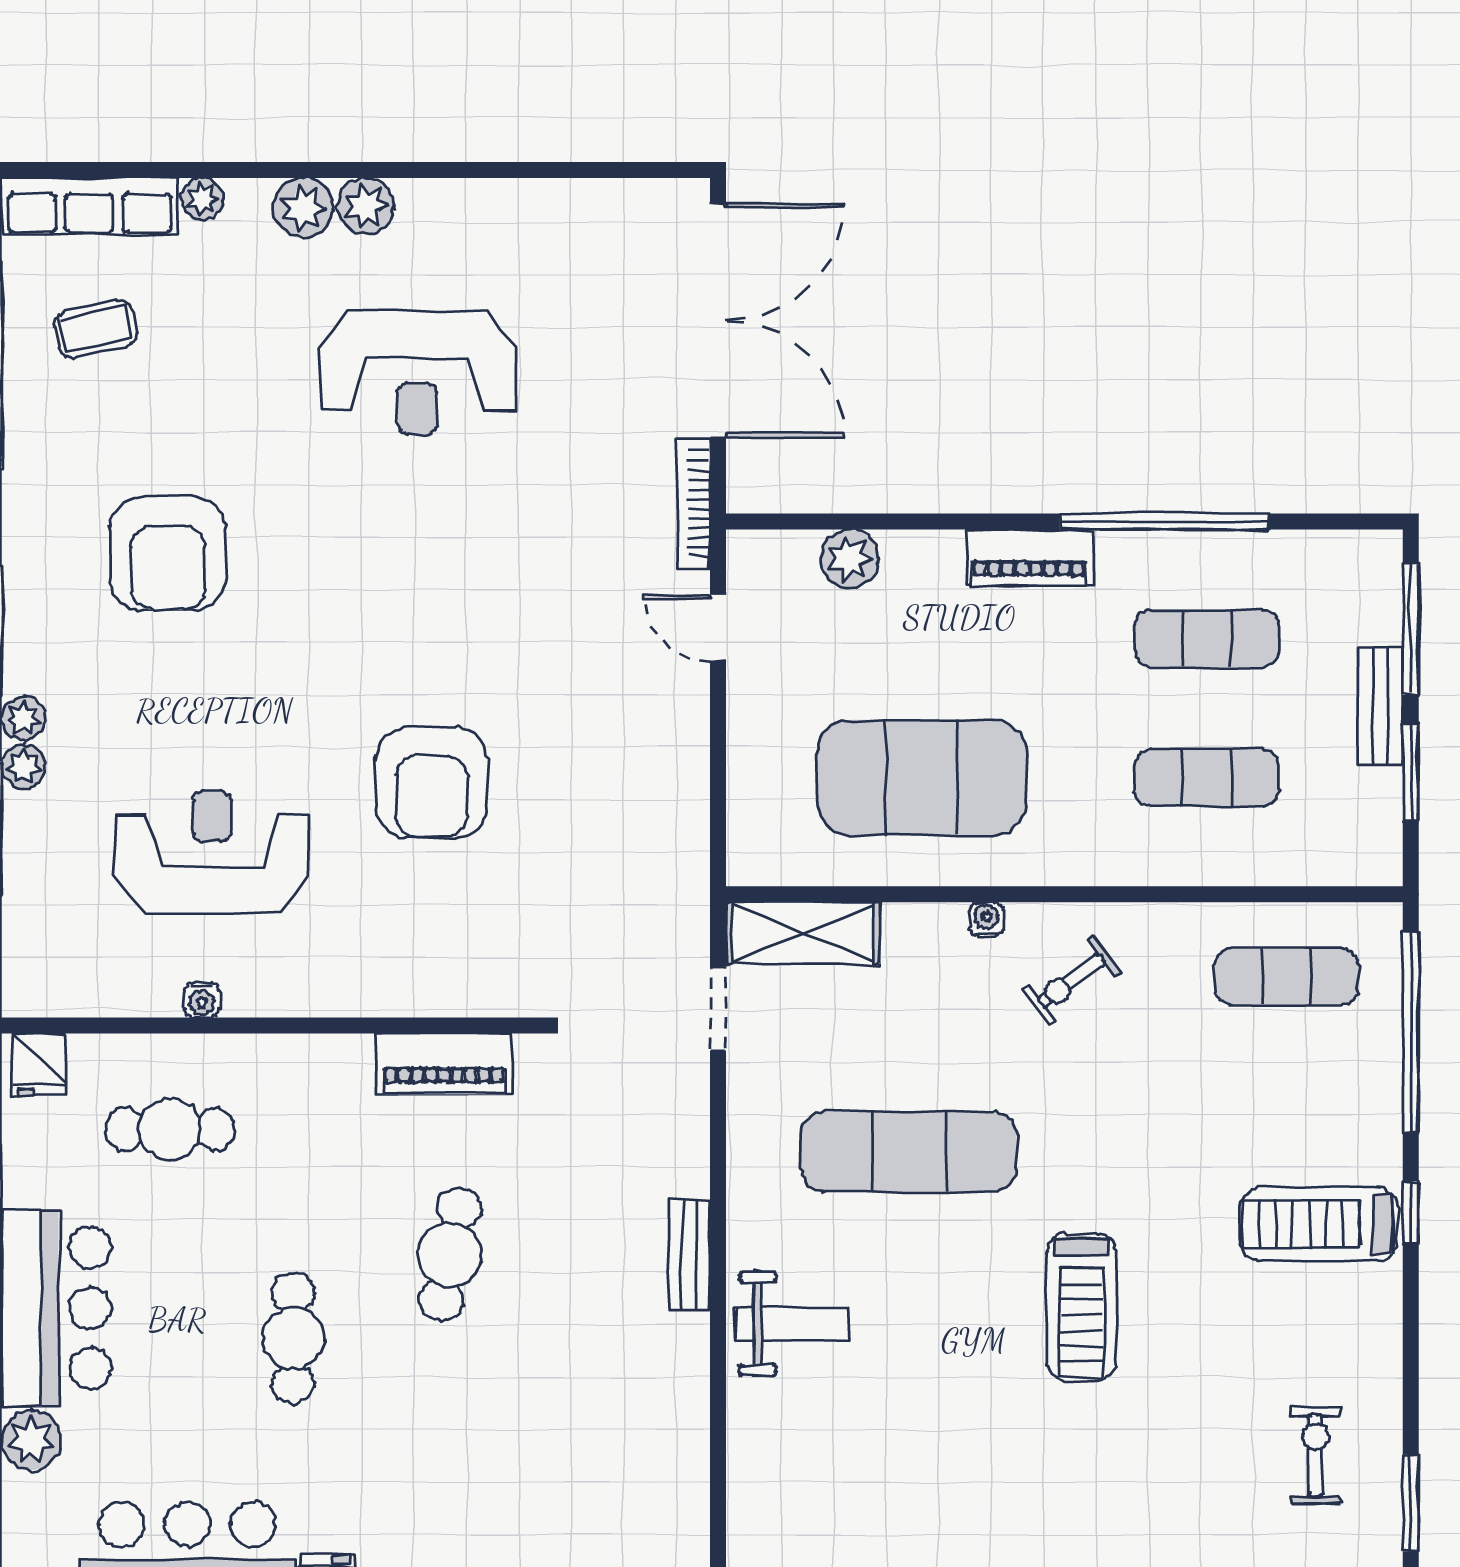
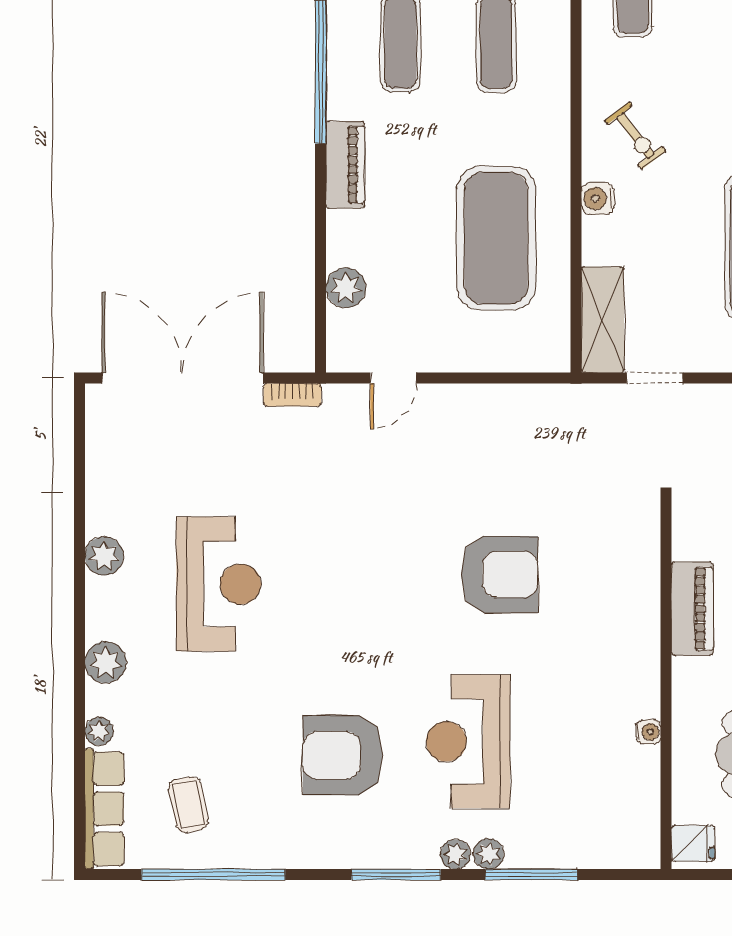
plant: (366, 206) -> (104, 556), moved
bookcase: (694, 504) -> (292, 395), width x0.64
armchair: (168, 554) -> (343, 755), turned 180
reception desk: (212, 852) -> (468, 742), moved
water cooler: (986, 919) -> (598, 199), width x1.38, depth x1.38
piano: (444, 1064) -> (692, 609), moved

